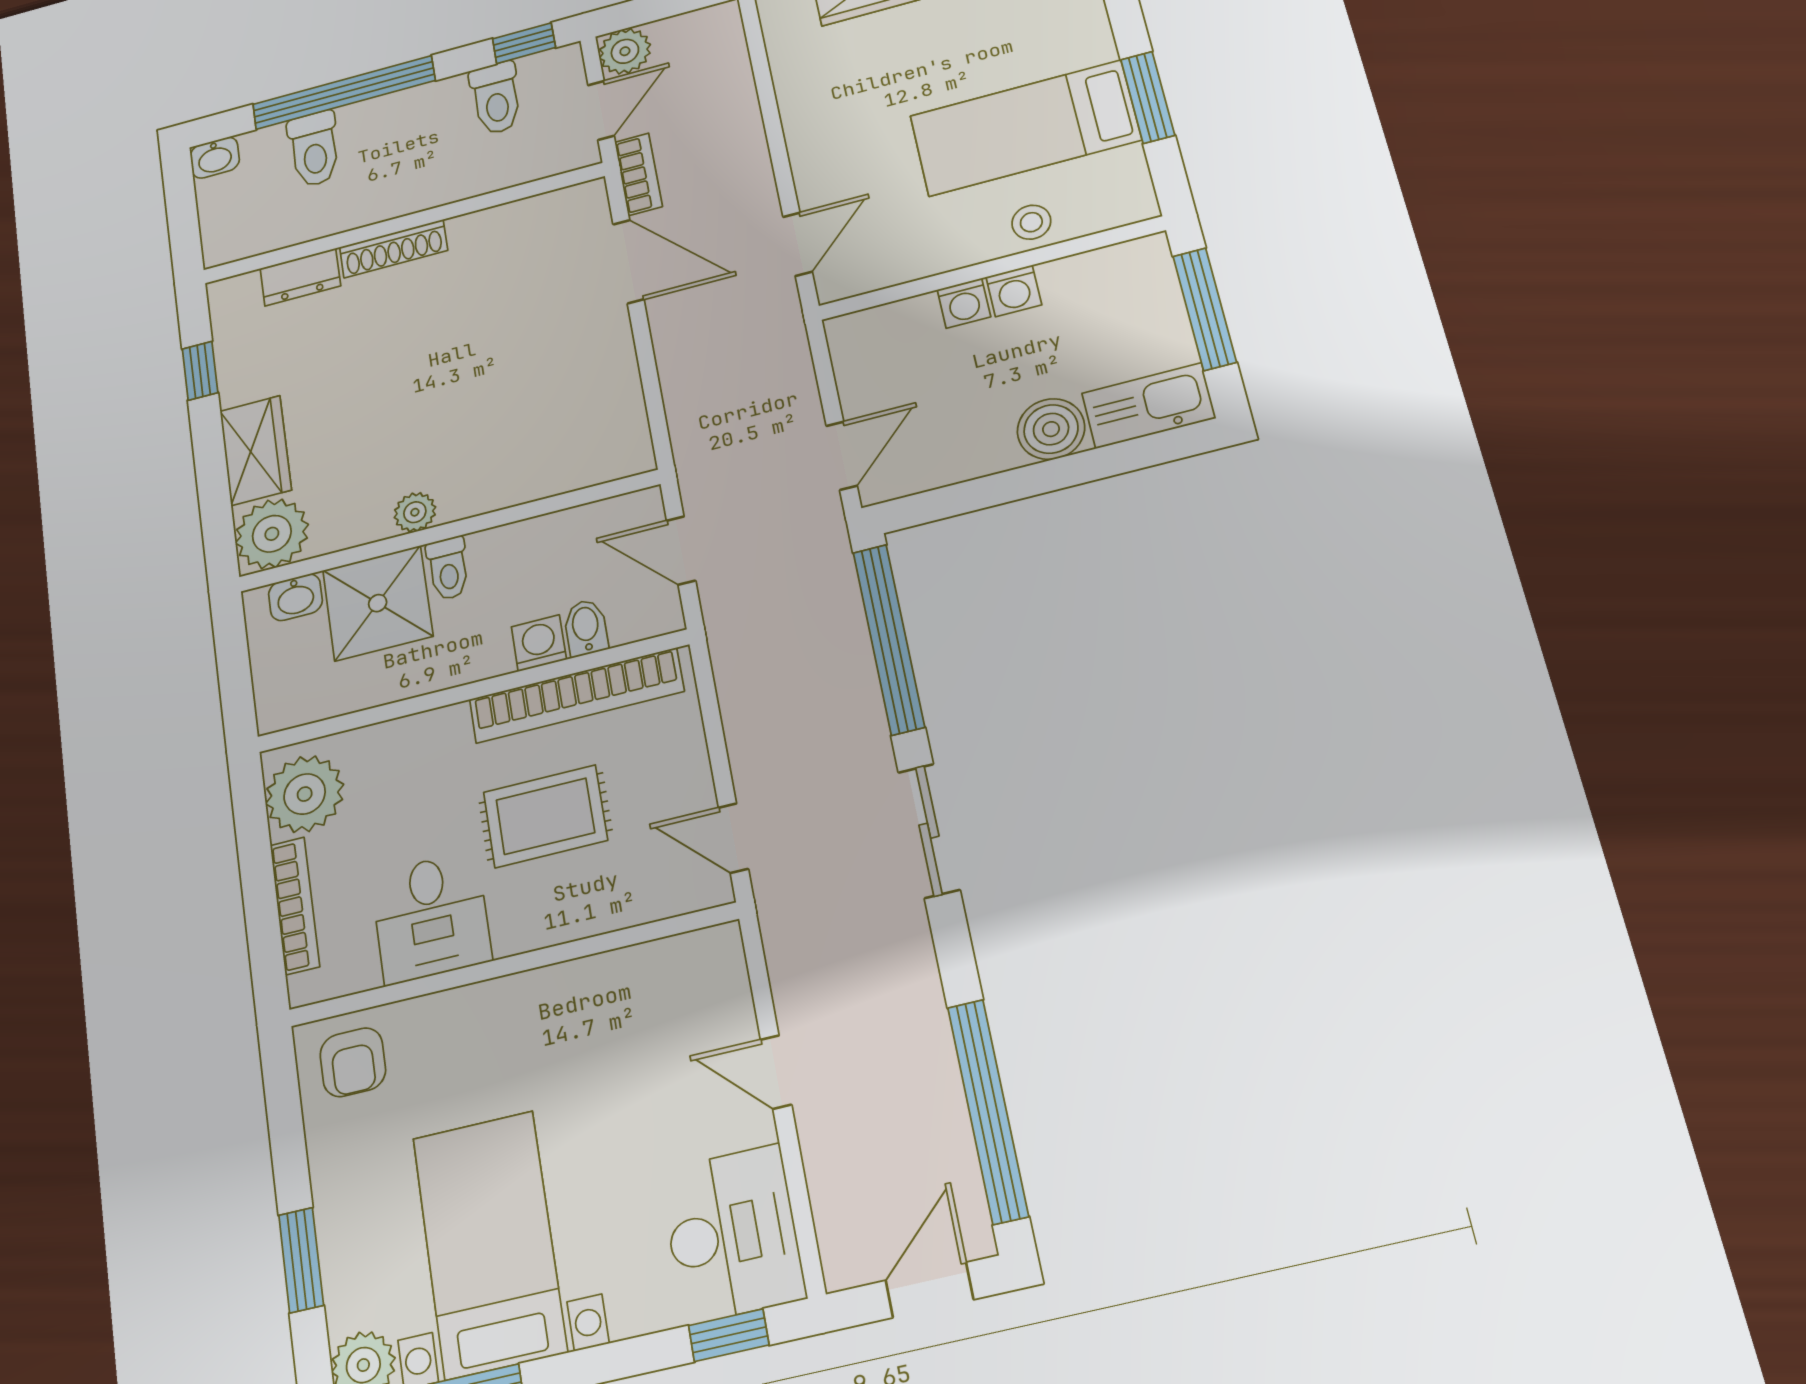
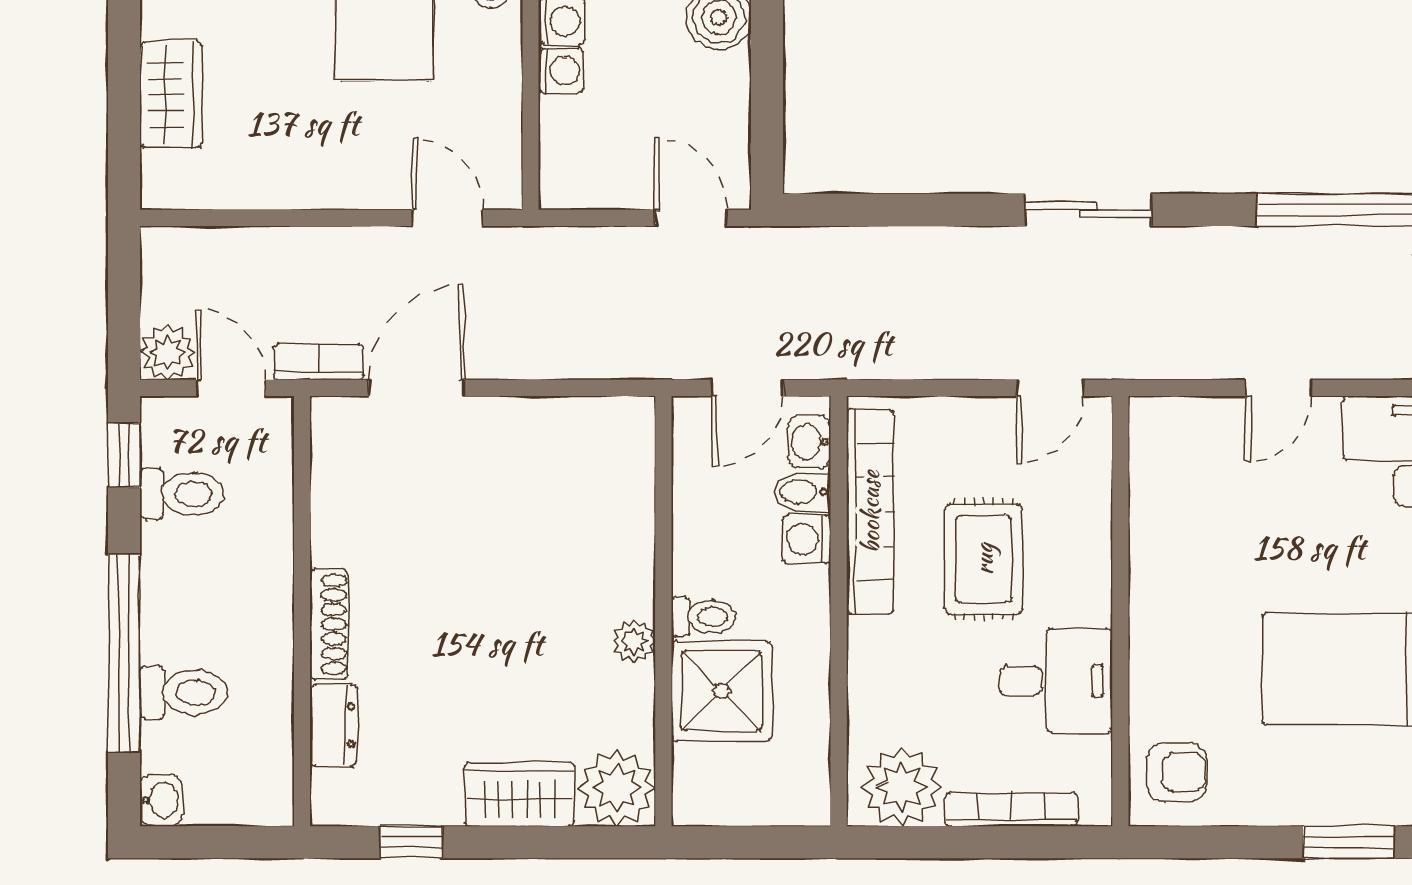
washbasin: (295, 597) -> (809, 442), moved, turned 180
window: (889, 639) -> (892, 210), removed

